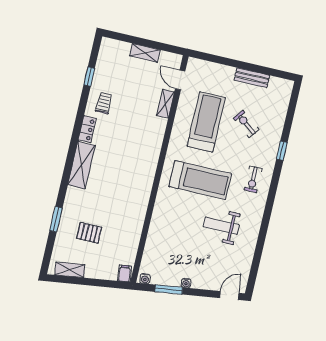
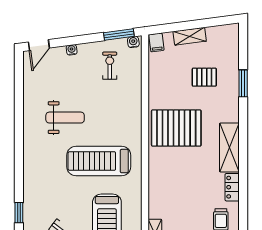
exercise bike: (253, 179) -> (110, 66), moved
pallet: (125, 193) -> (176, 128), added
shelving: (70, 270) -> (190, 36), moved
water cooler: (186, 283) -> (72, 50), moved
window: (169, 290) -> (119, 34), moved

